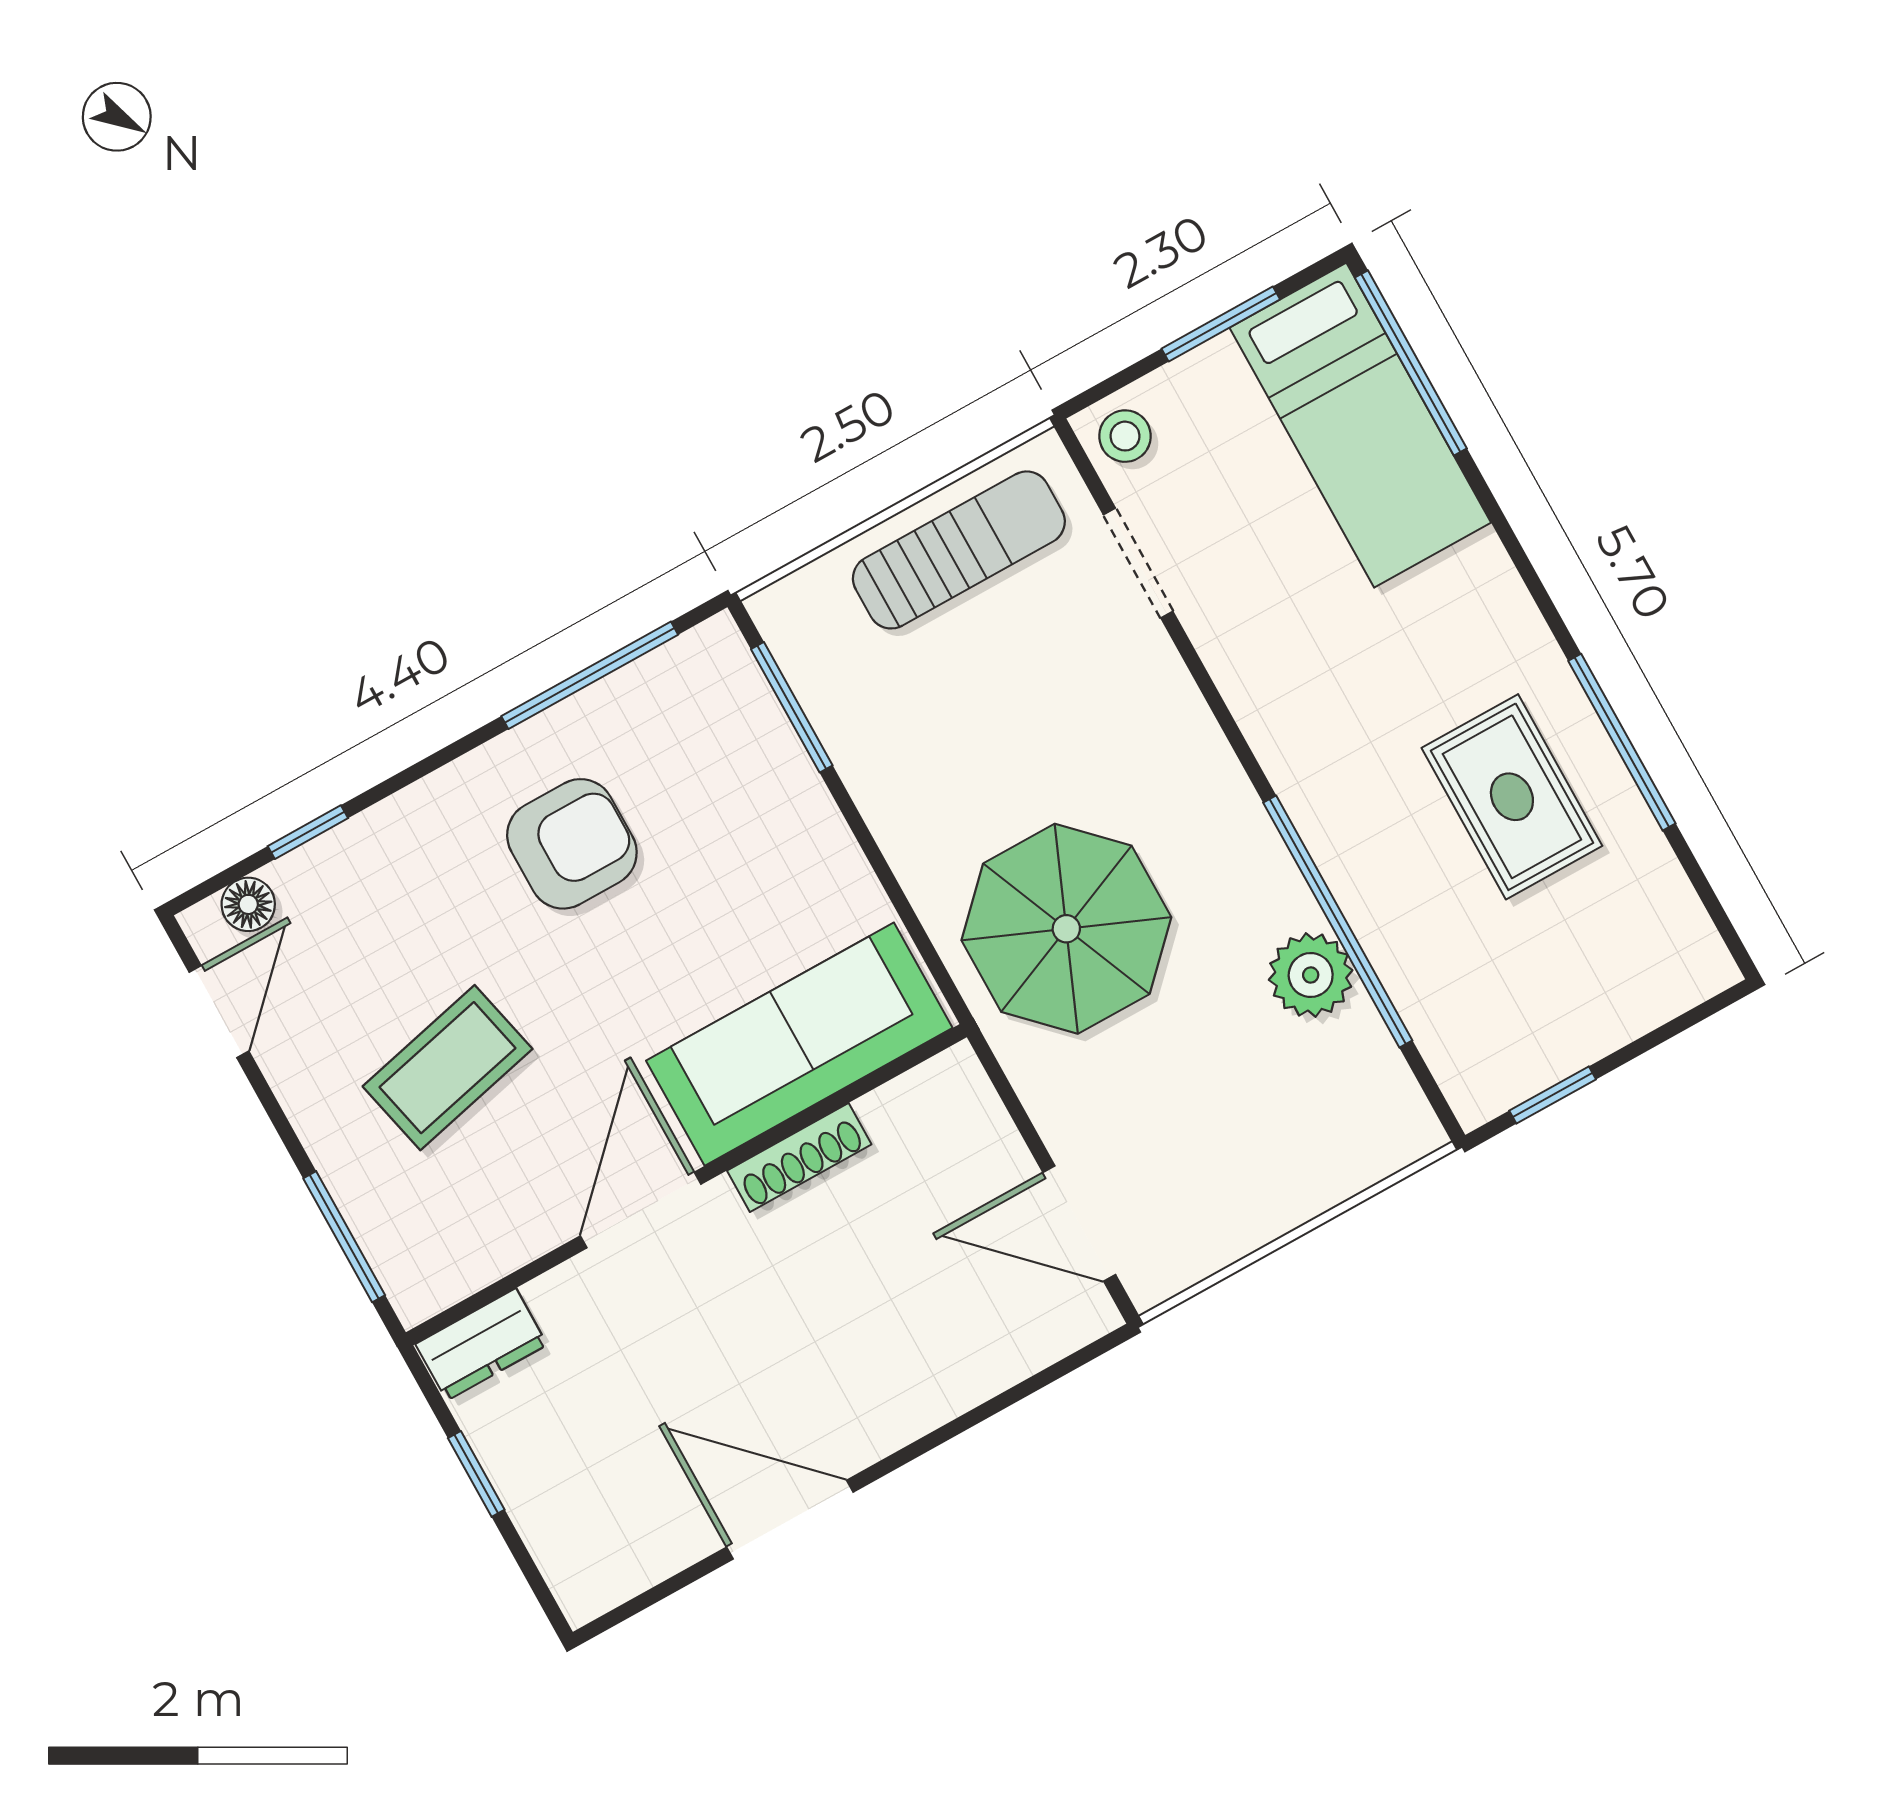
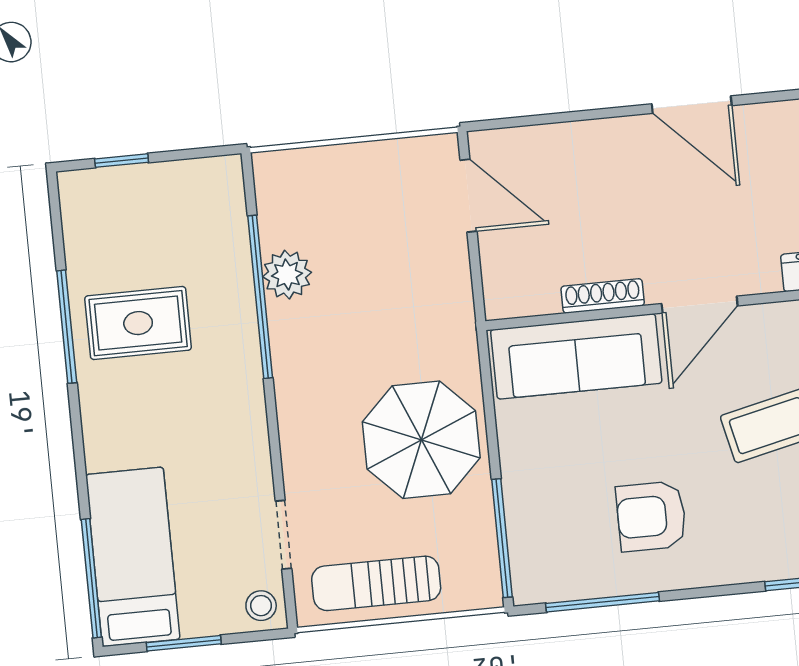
window: (792, 707) -> (502, 538), width x1.44
rug: (1512, 797) -> (138, 323), turned 90
parasol: (1066, 929) -> (421, 440), moved
window: (1553, 1095) -> (122, 161), moved

